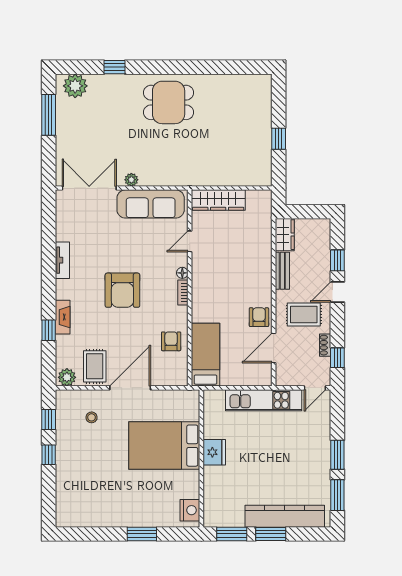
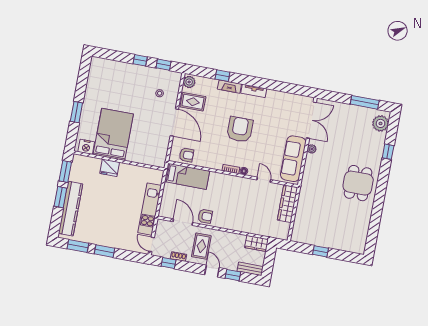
tv unit: (62, 260) -> (254, 91), moved
bench: (282, 271) -> (250, 269), moved
armchair: (122, 290) -> (240, 129), turned 90
armchair: (171, 341) -> (186, 155), moved
bed: (164, 446) -> (113, 134), moved
fridge: (214, 452) -> (110, 168), moved

